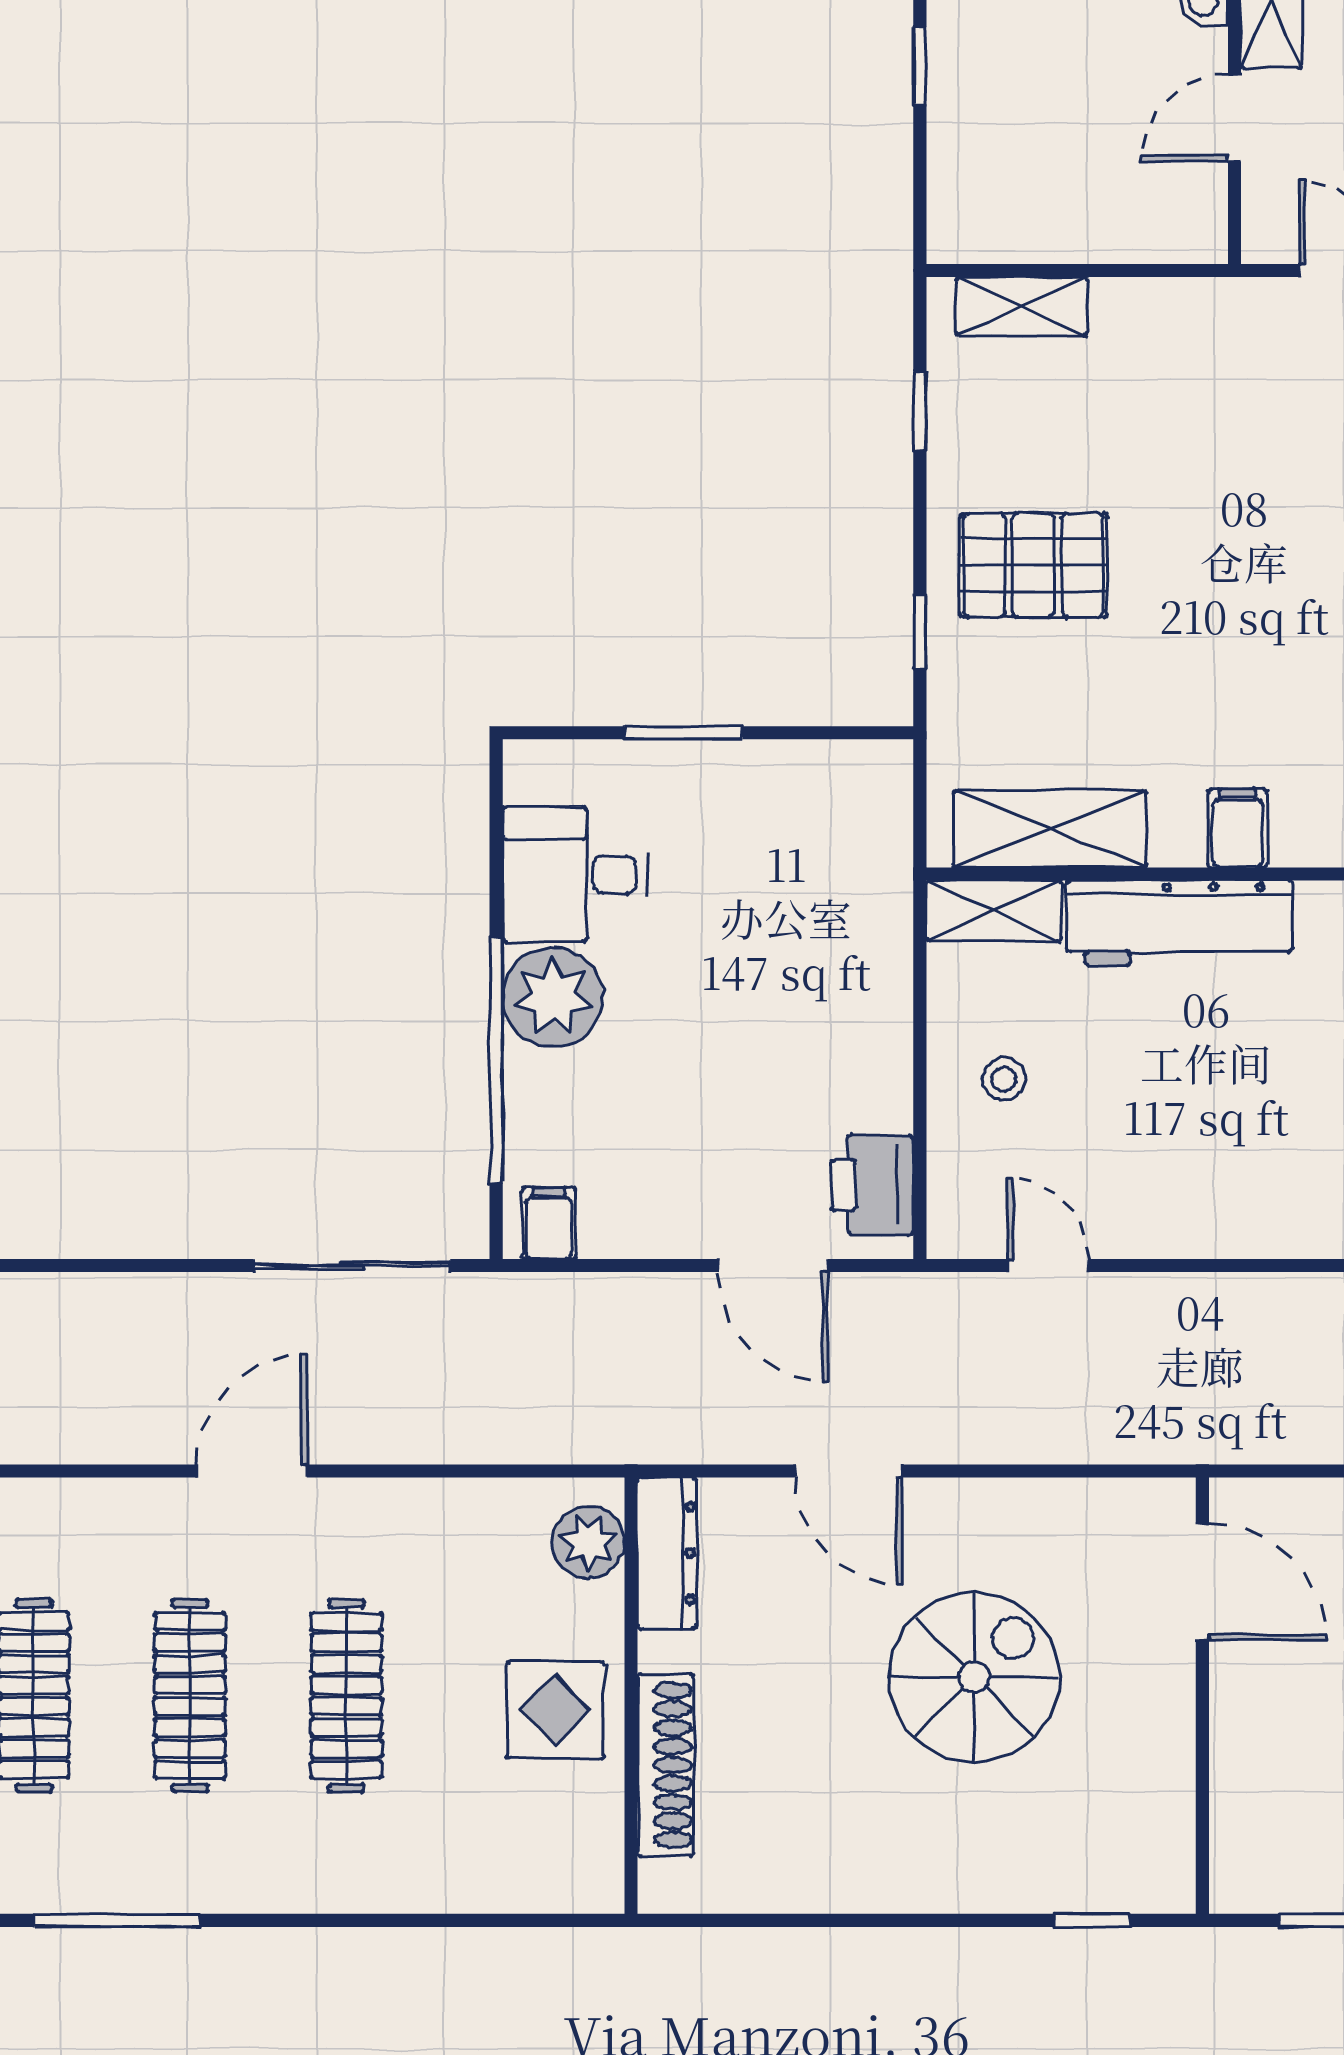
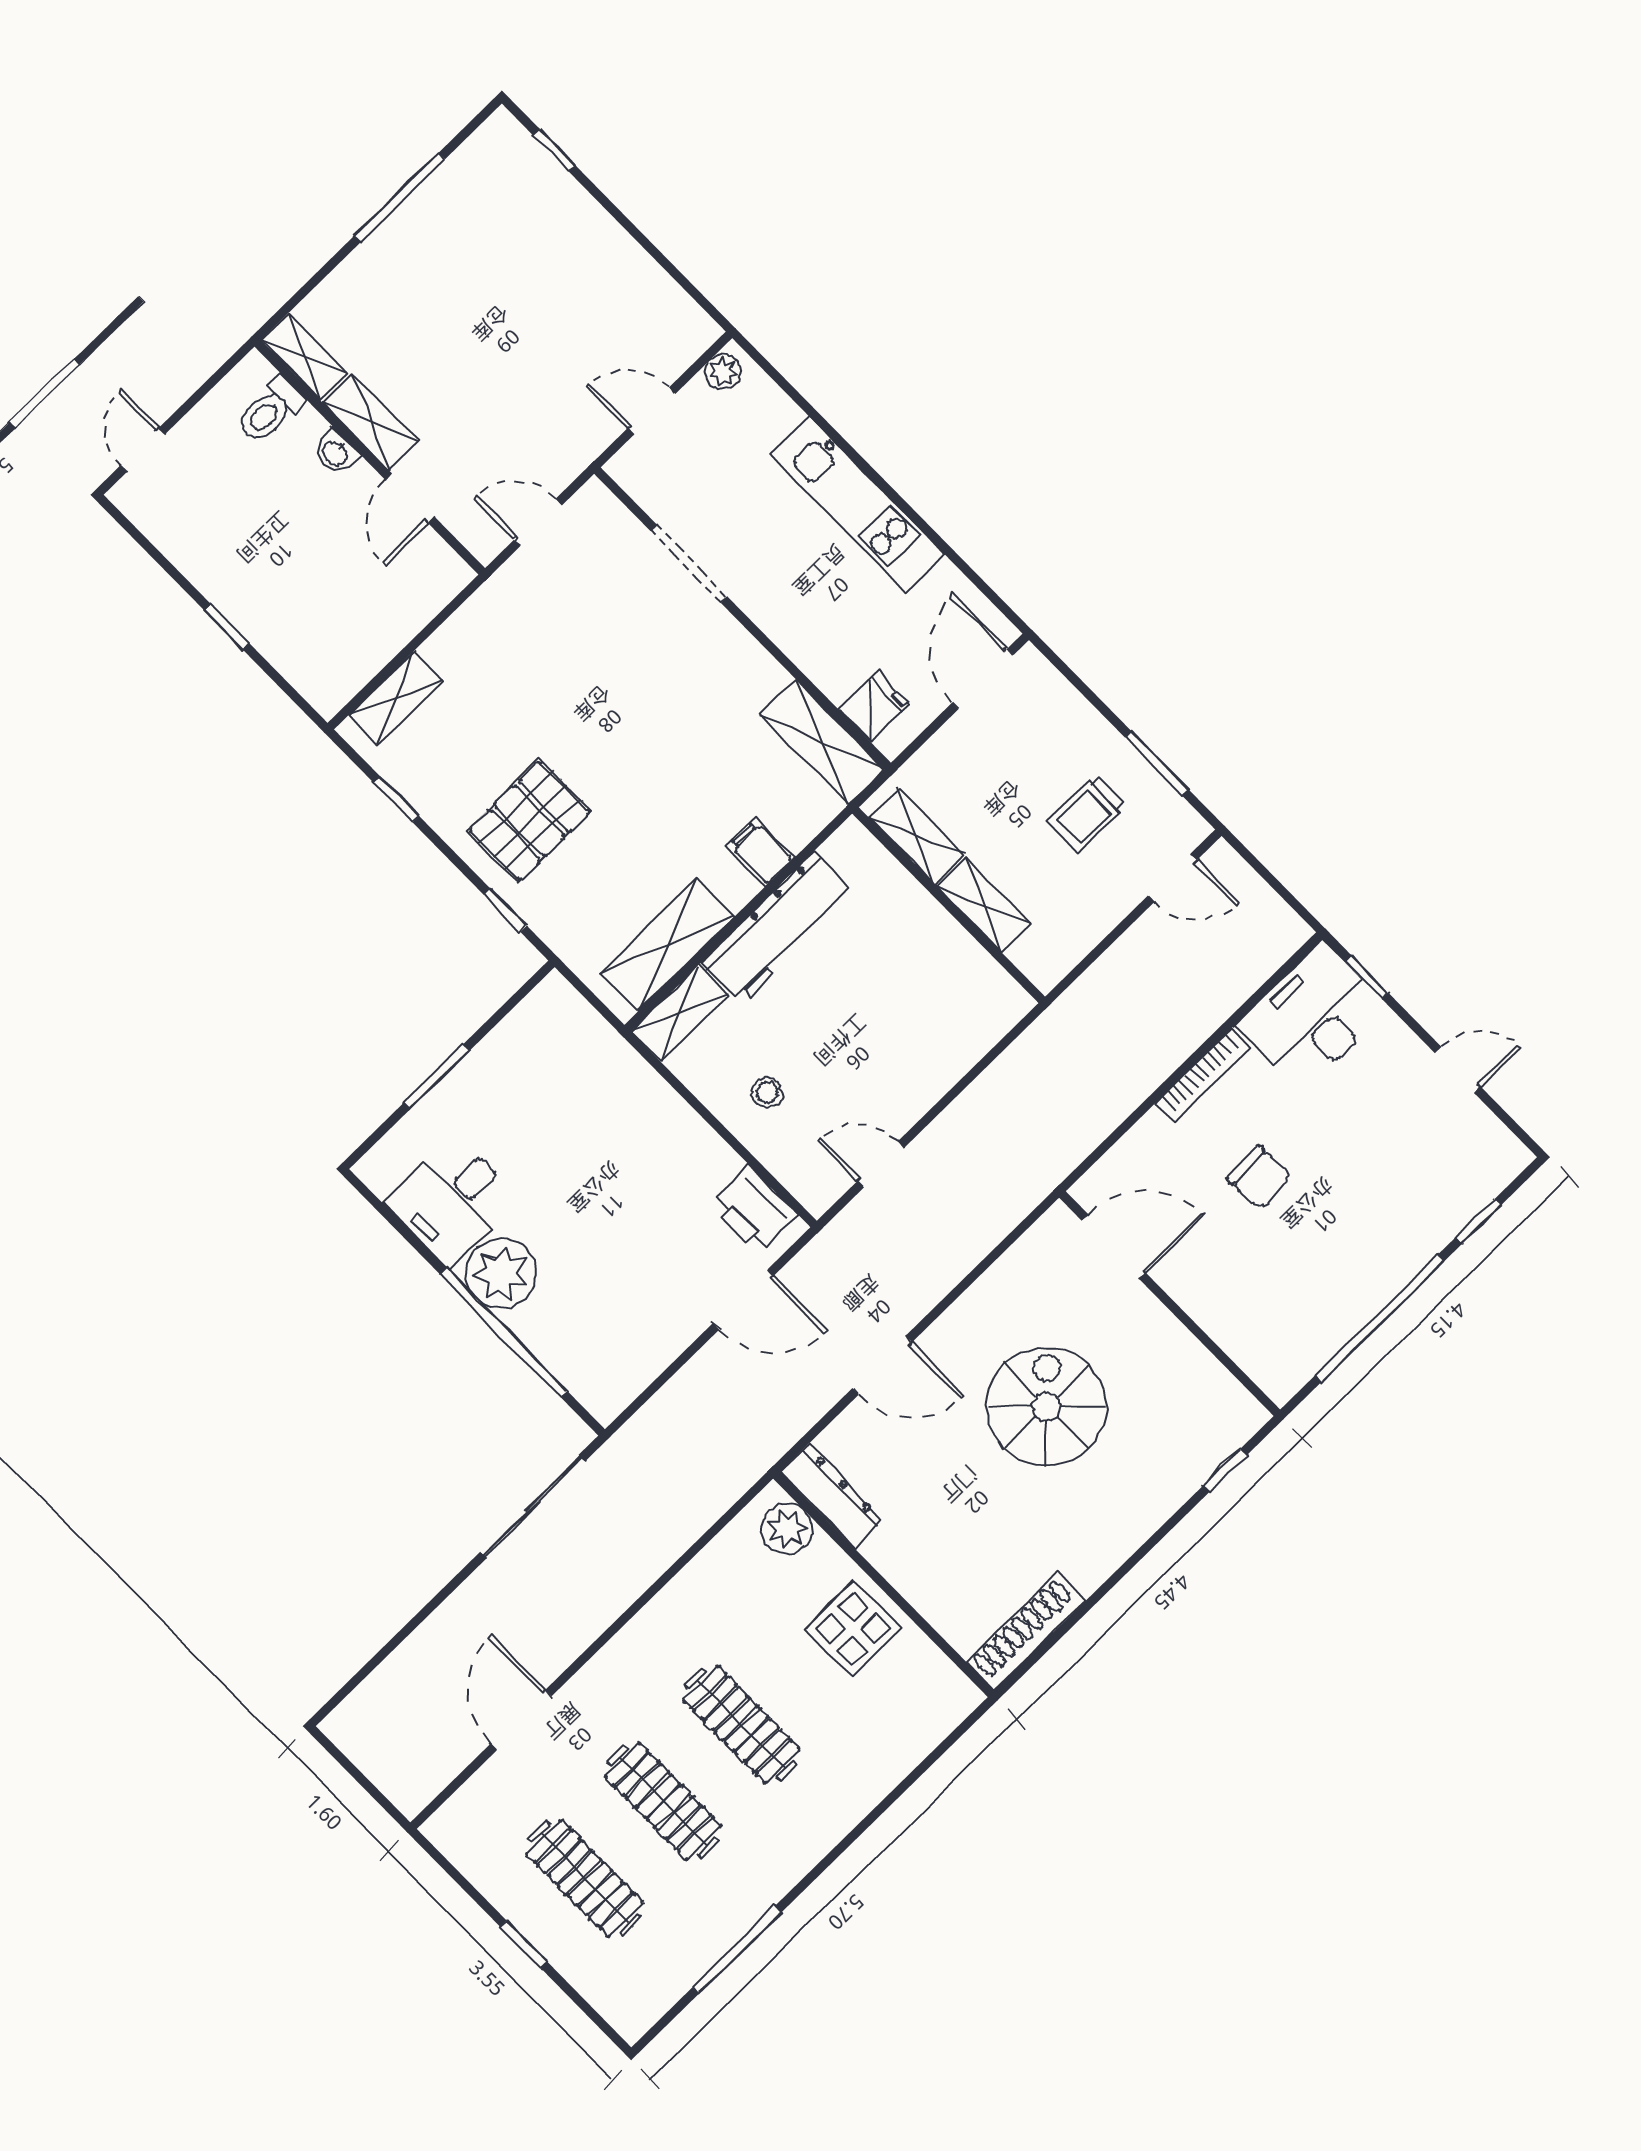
filing cabinet: (549, 1223) -> (610, 1389), removed
door: (252, 1471) -> (521, 1720), moved
shoe rack: (666, 1765) -> (1026, 1632), moved, turned -90

